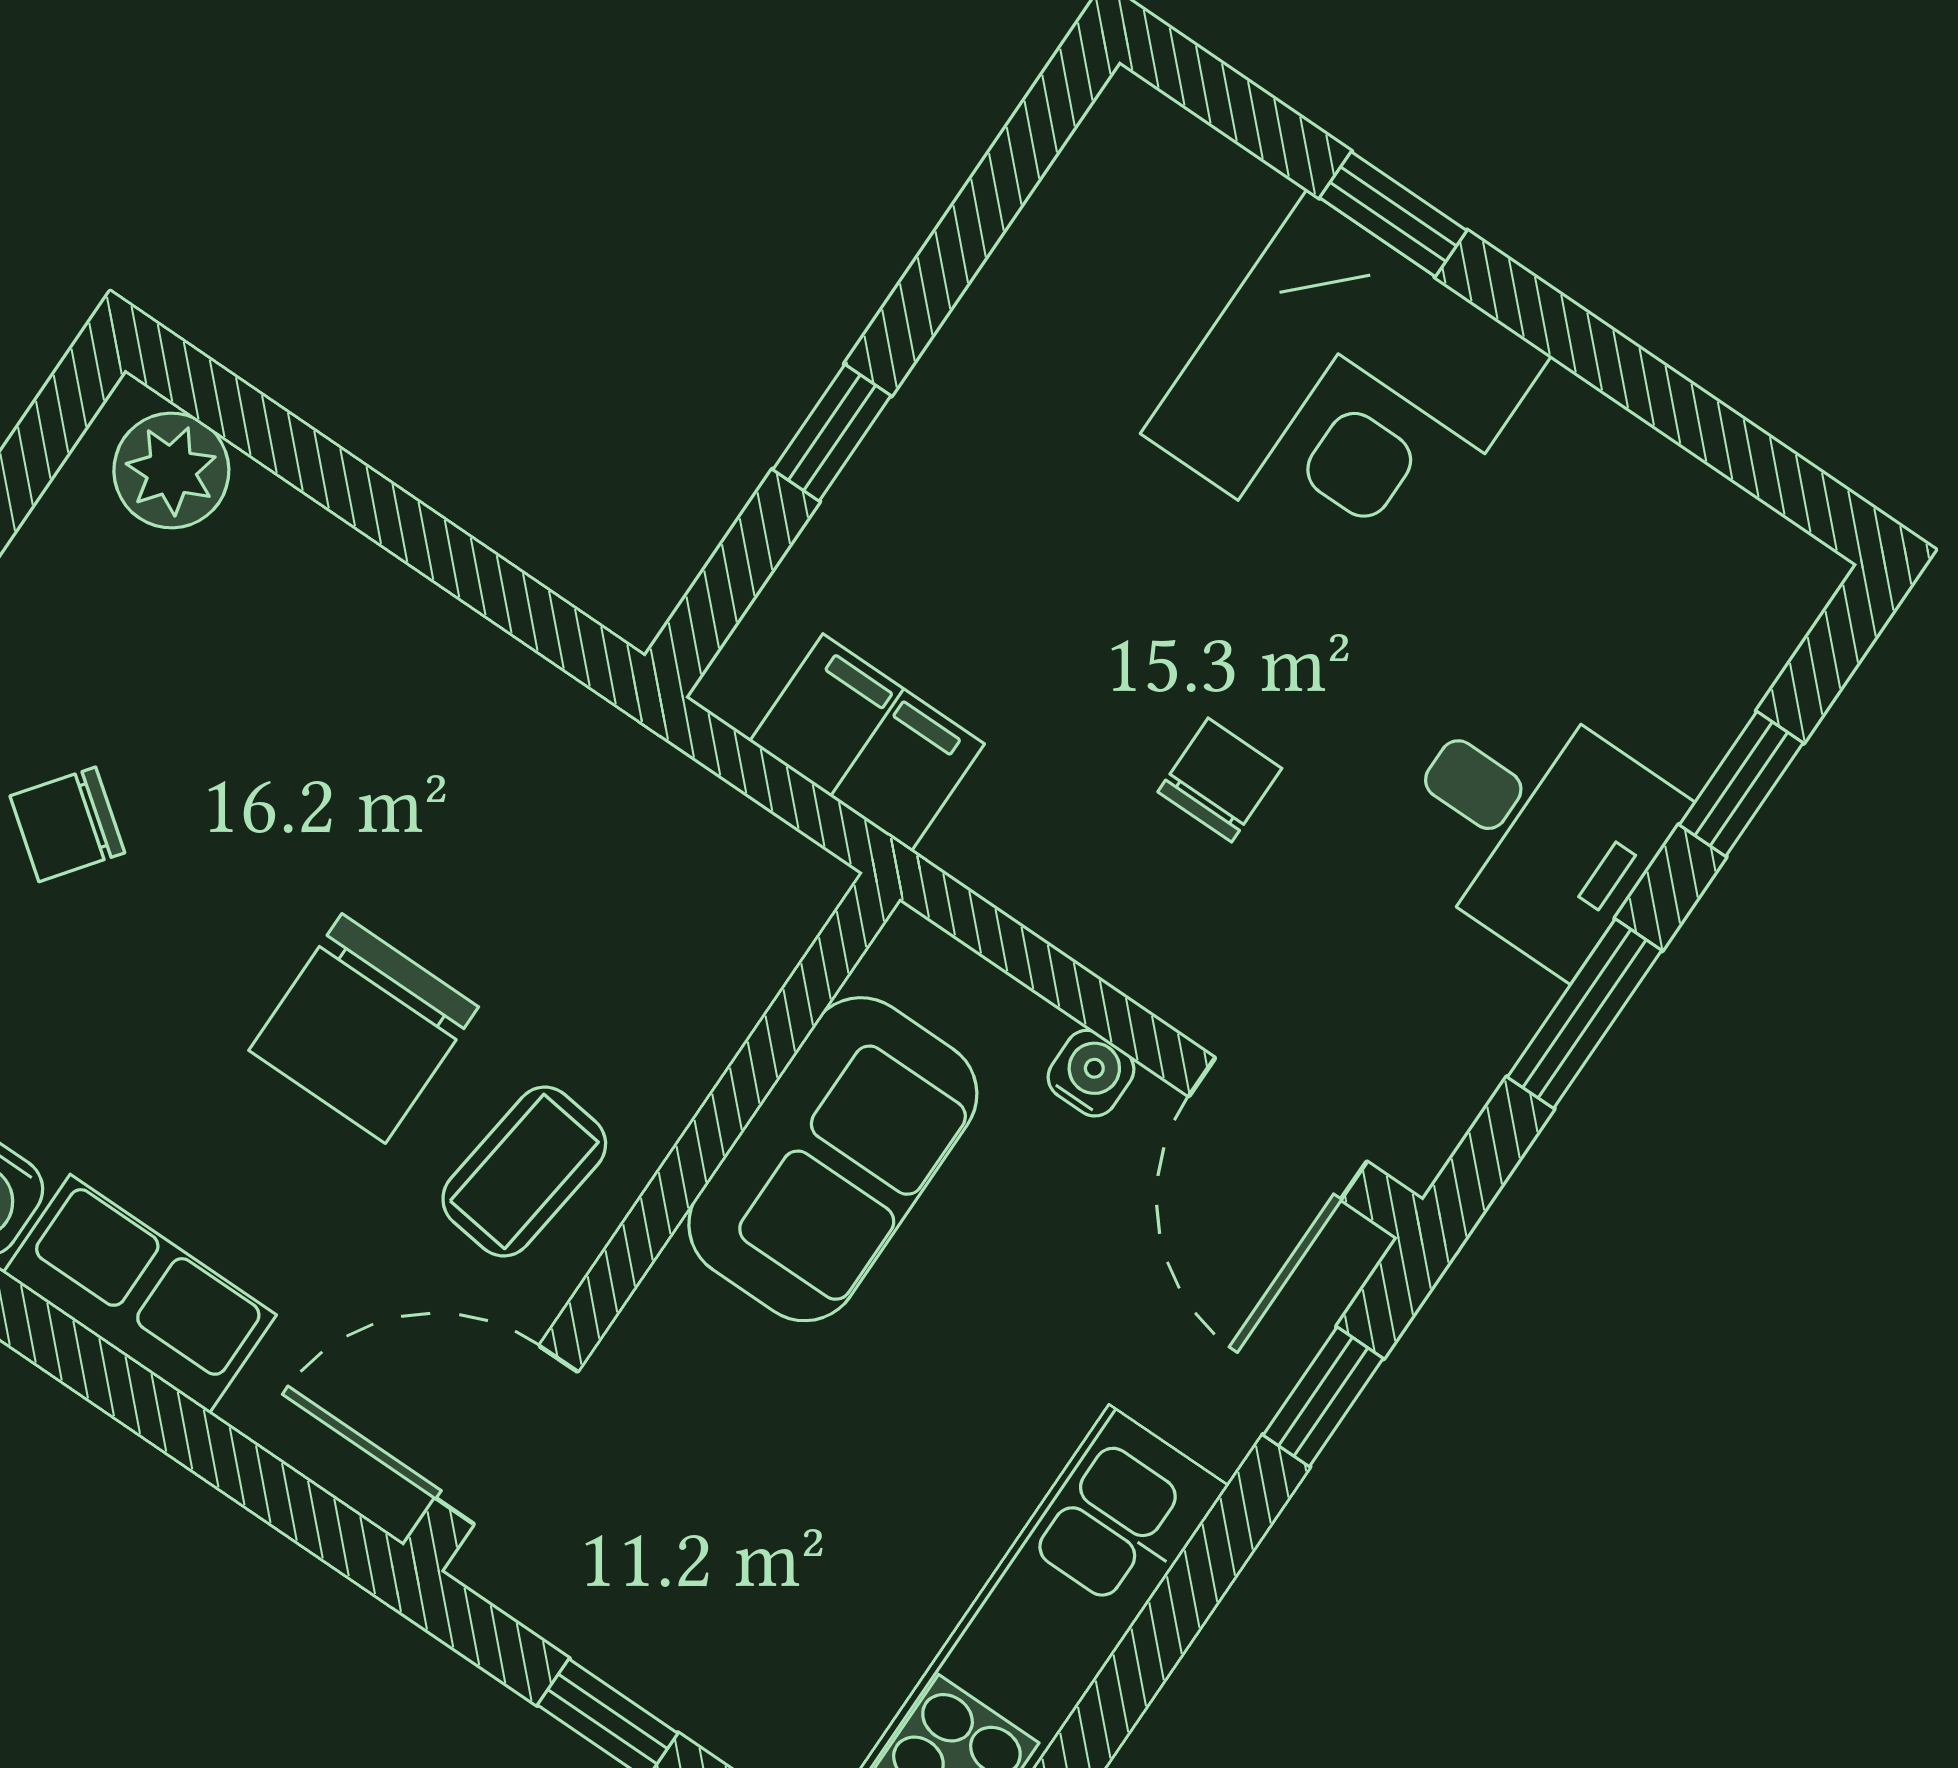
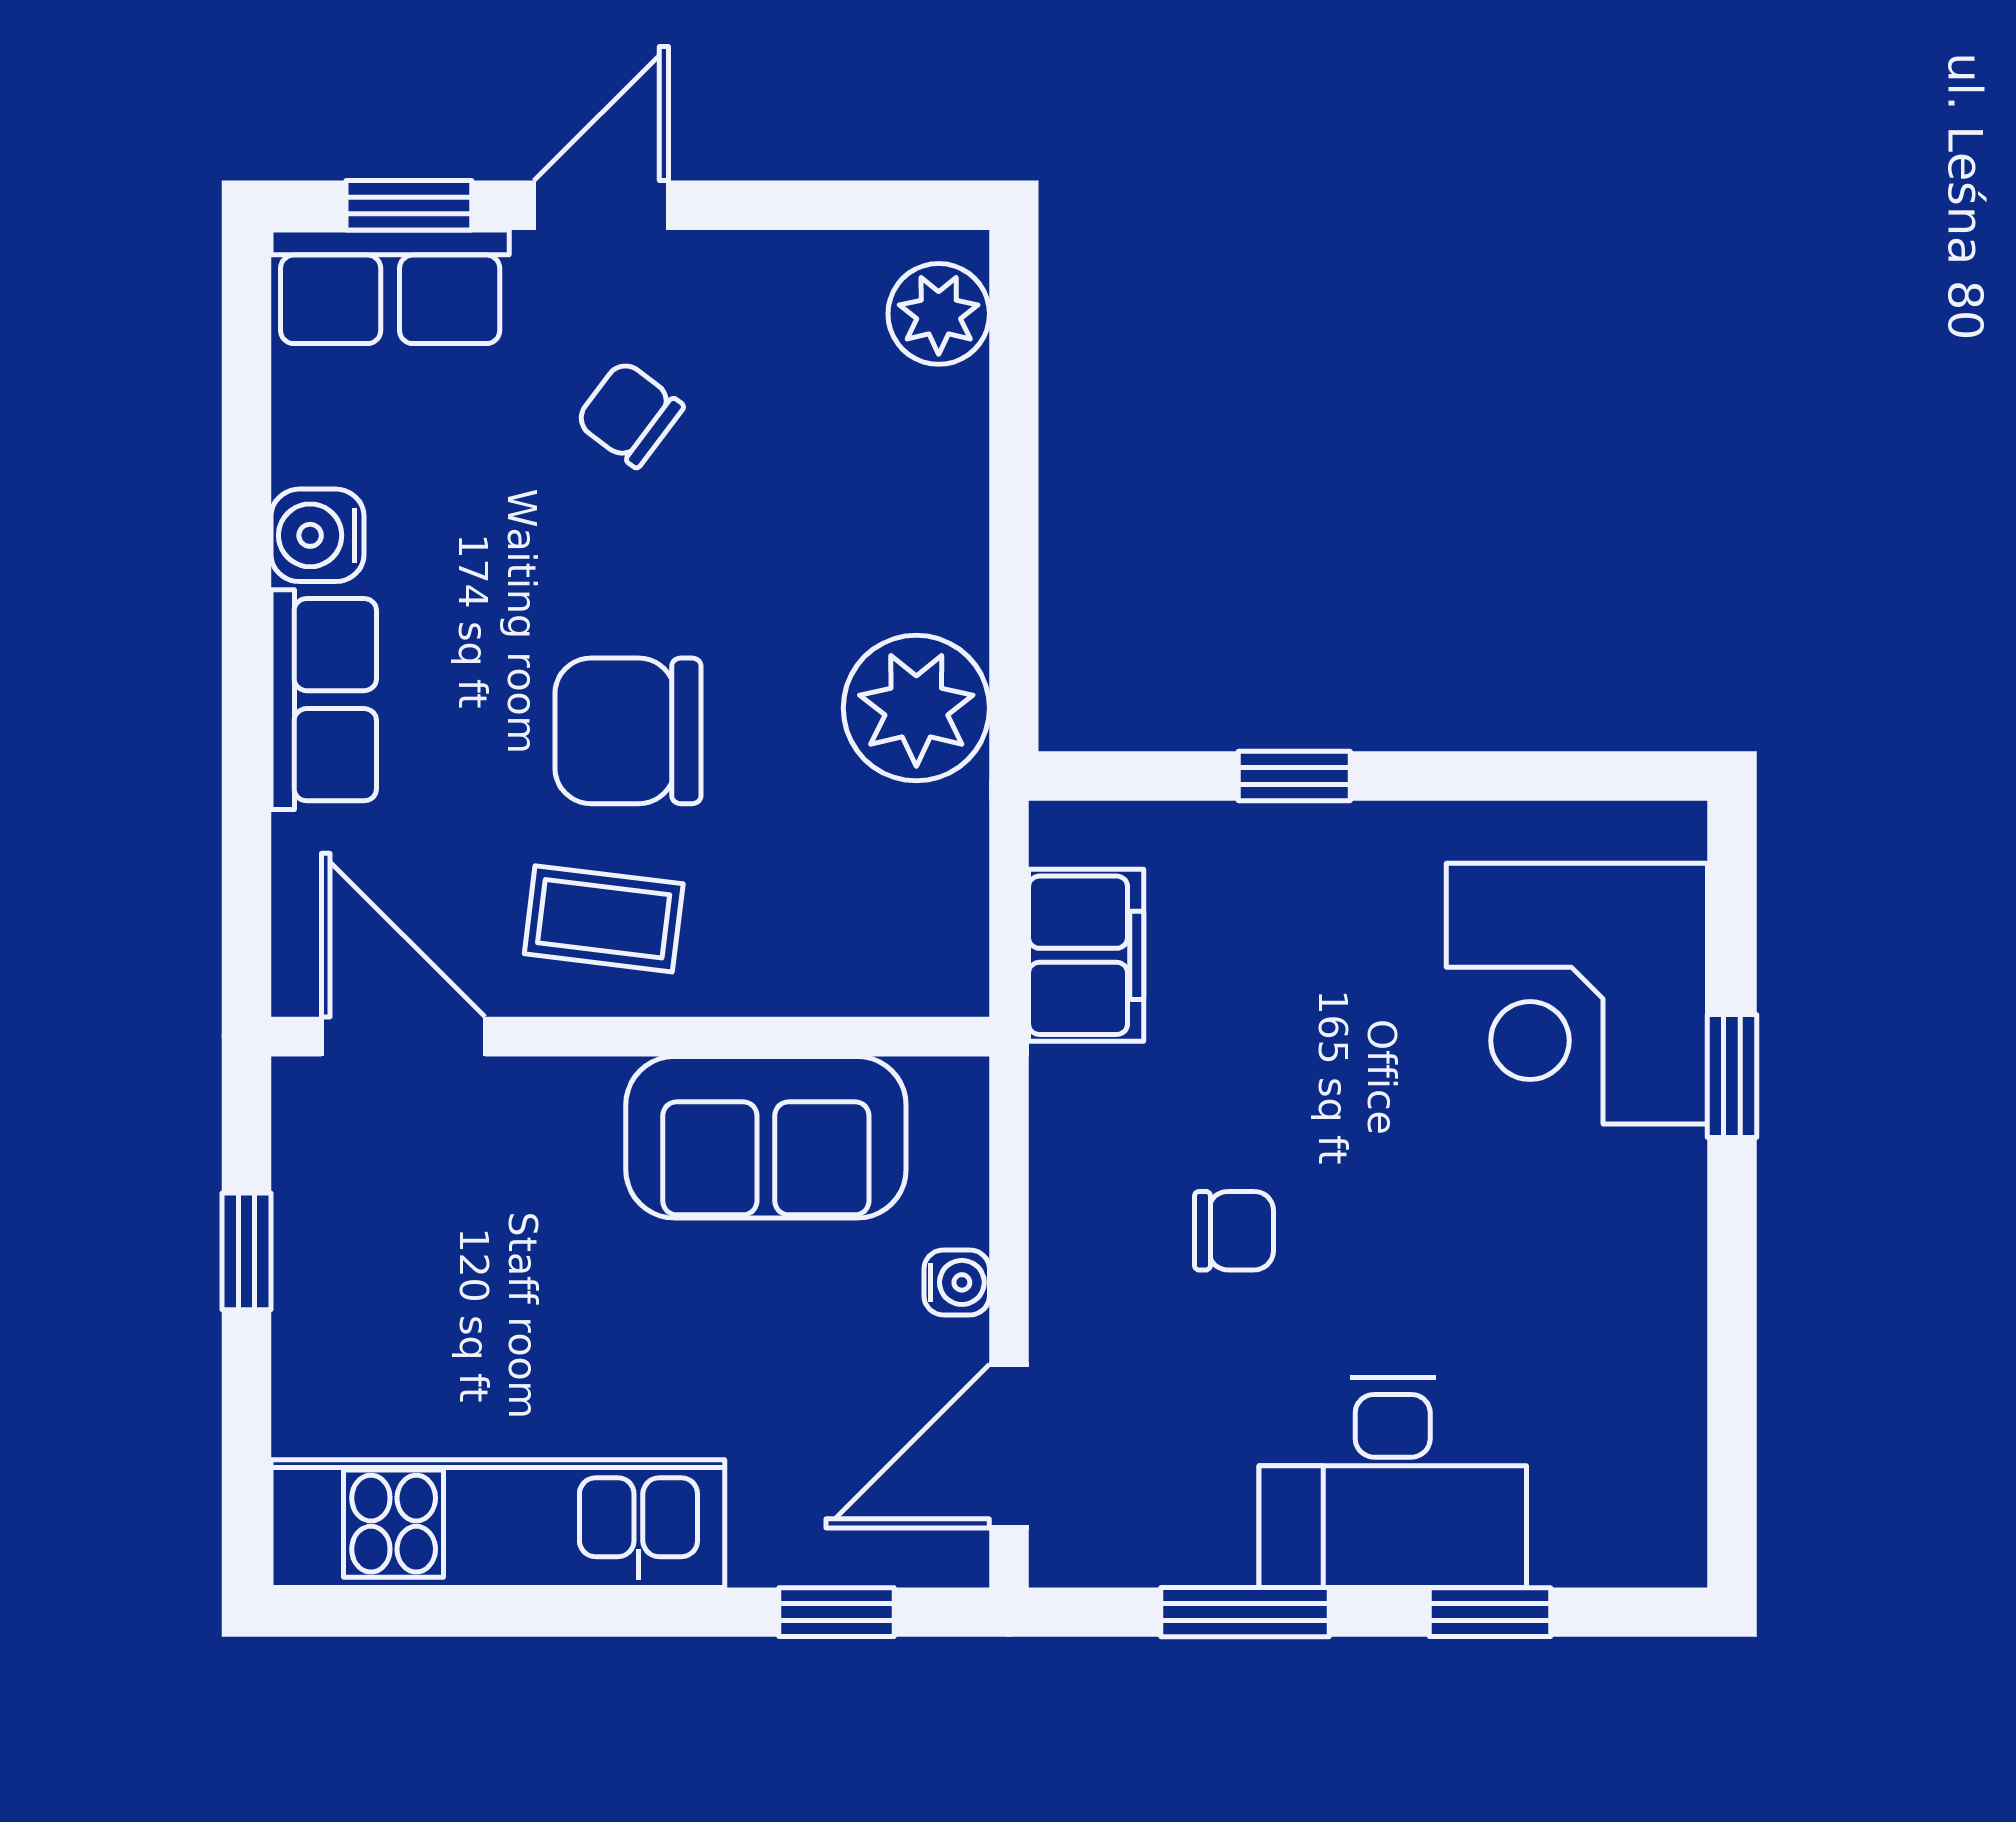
corner desk: (1346, 395) -> (1577, 994), moved
plant: (527, 744) -> (916, 708), added
desk: (1534, 826) -> (1393, 1483), width x1.37

